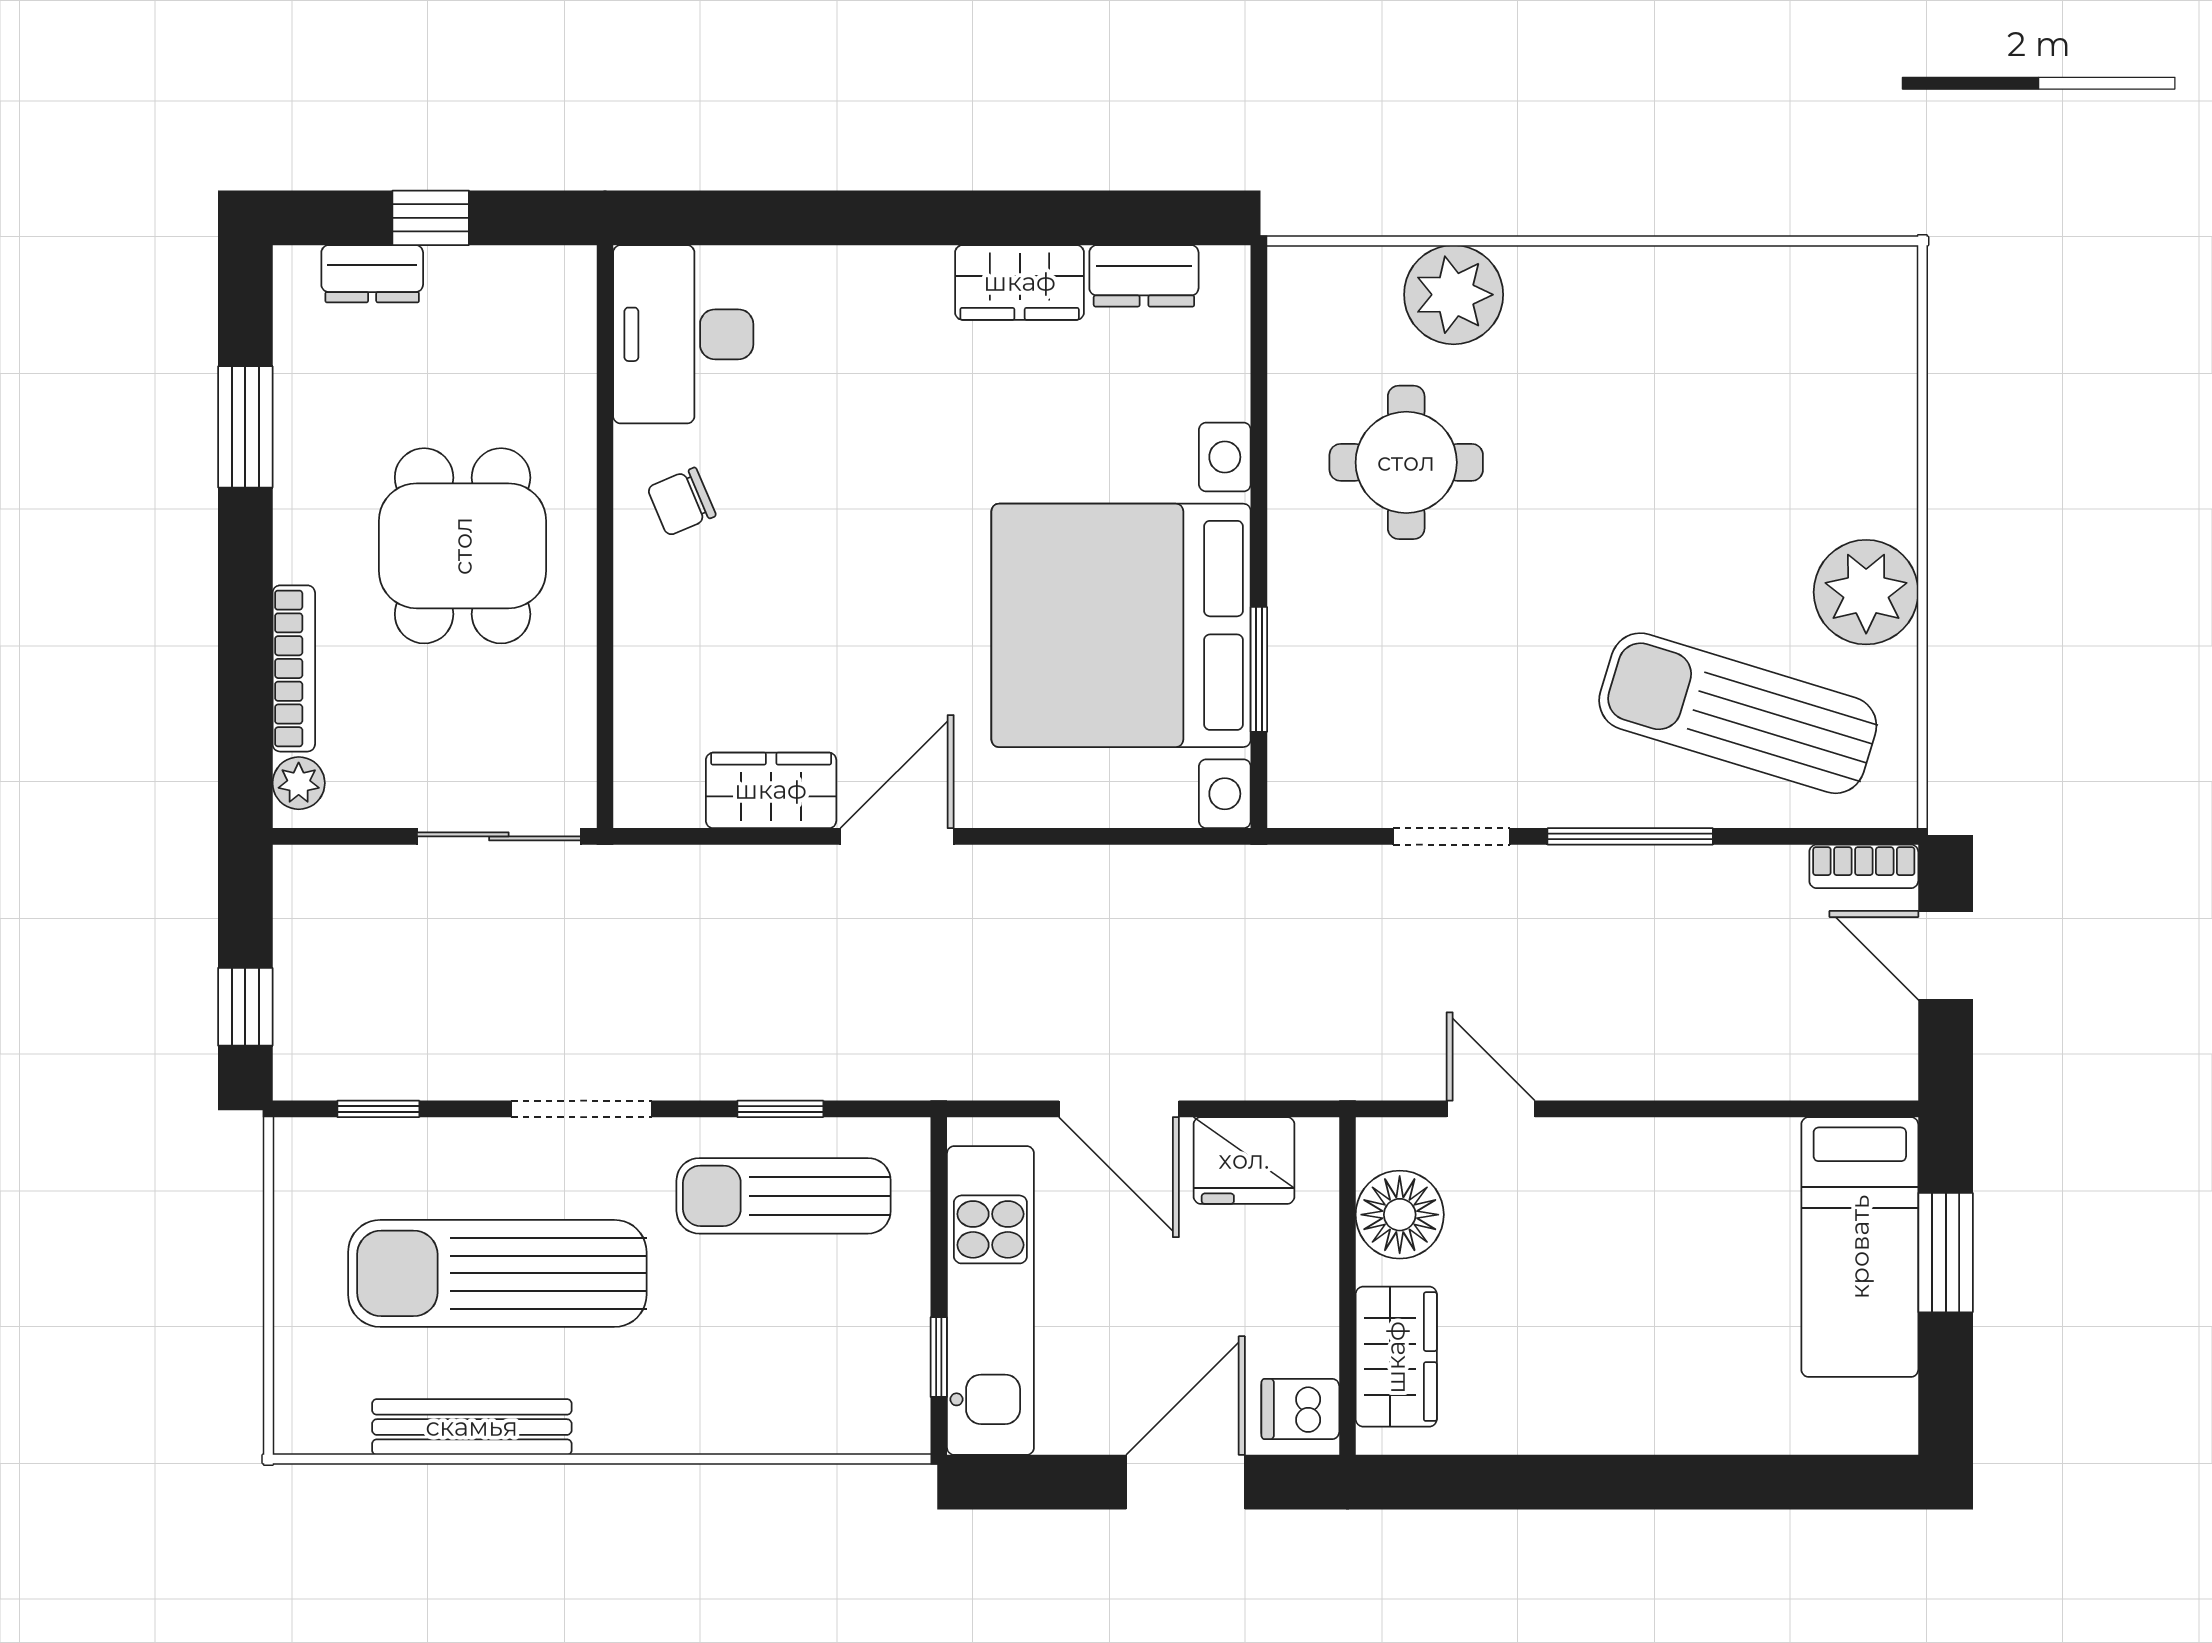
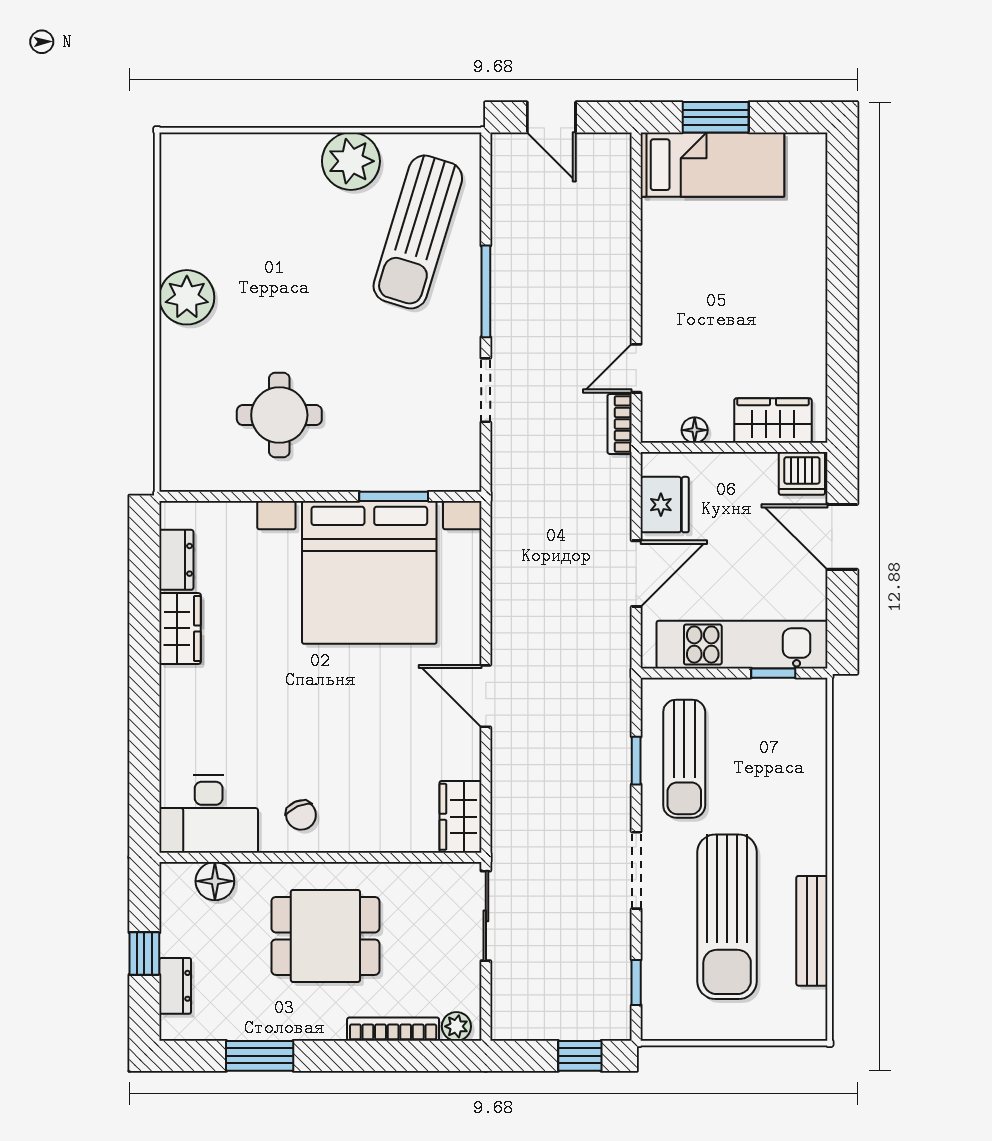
plant: (1454, 295) -> (187, 297), moved
floor lamp: (562, 346) -> (215, 881), added
wardrobe: (771, 790) -> (460, 817), moved
bookcase: (1864, 866) -> (620, 424), moved, turned 180
door: (1946, 955) -> (551, 117), hinge flipped
floor lamp: (1400, 1215) -> (695, 430), width x0.53, depth x0.53
dishwasher: (1300, 1409) -> (802, 473), width x1.38

